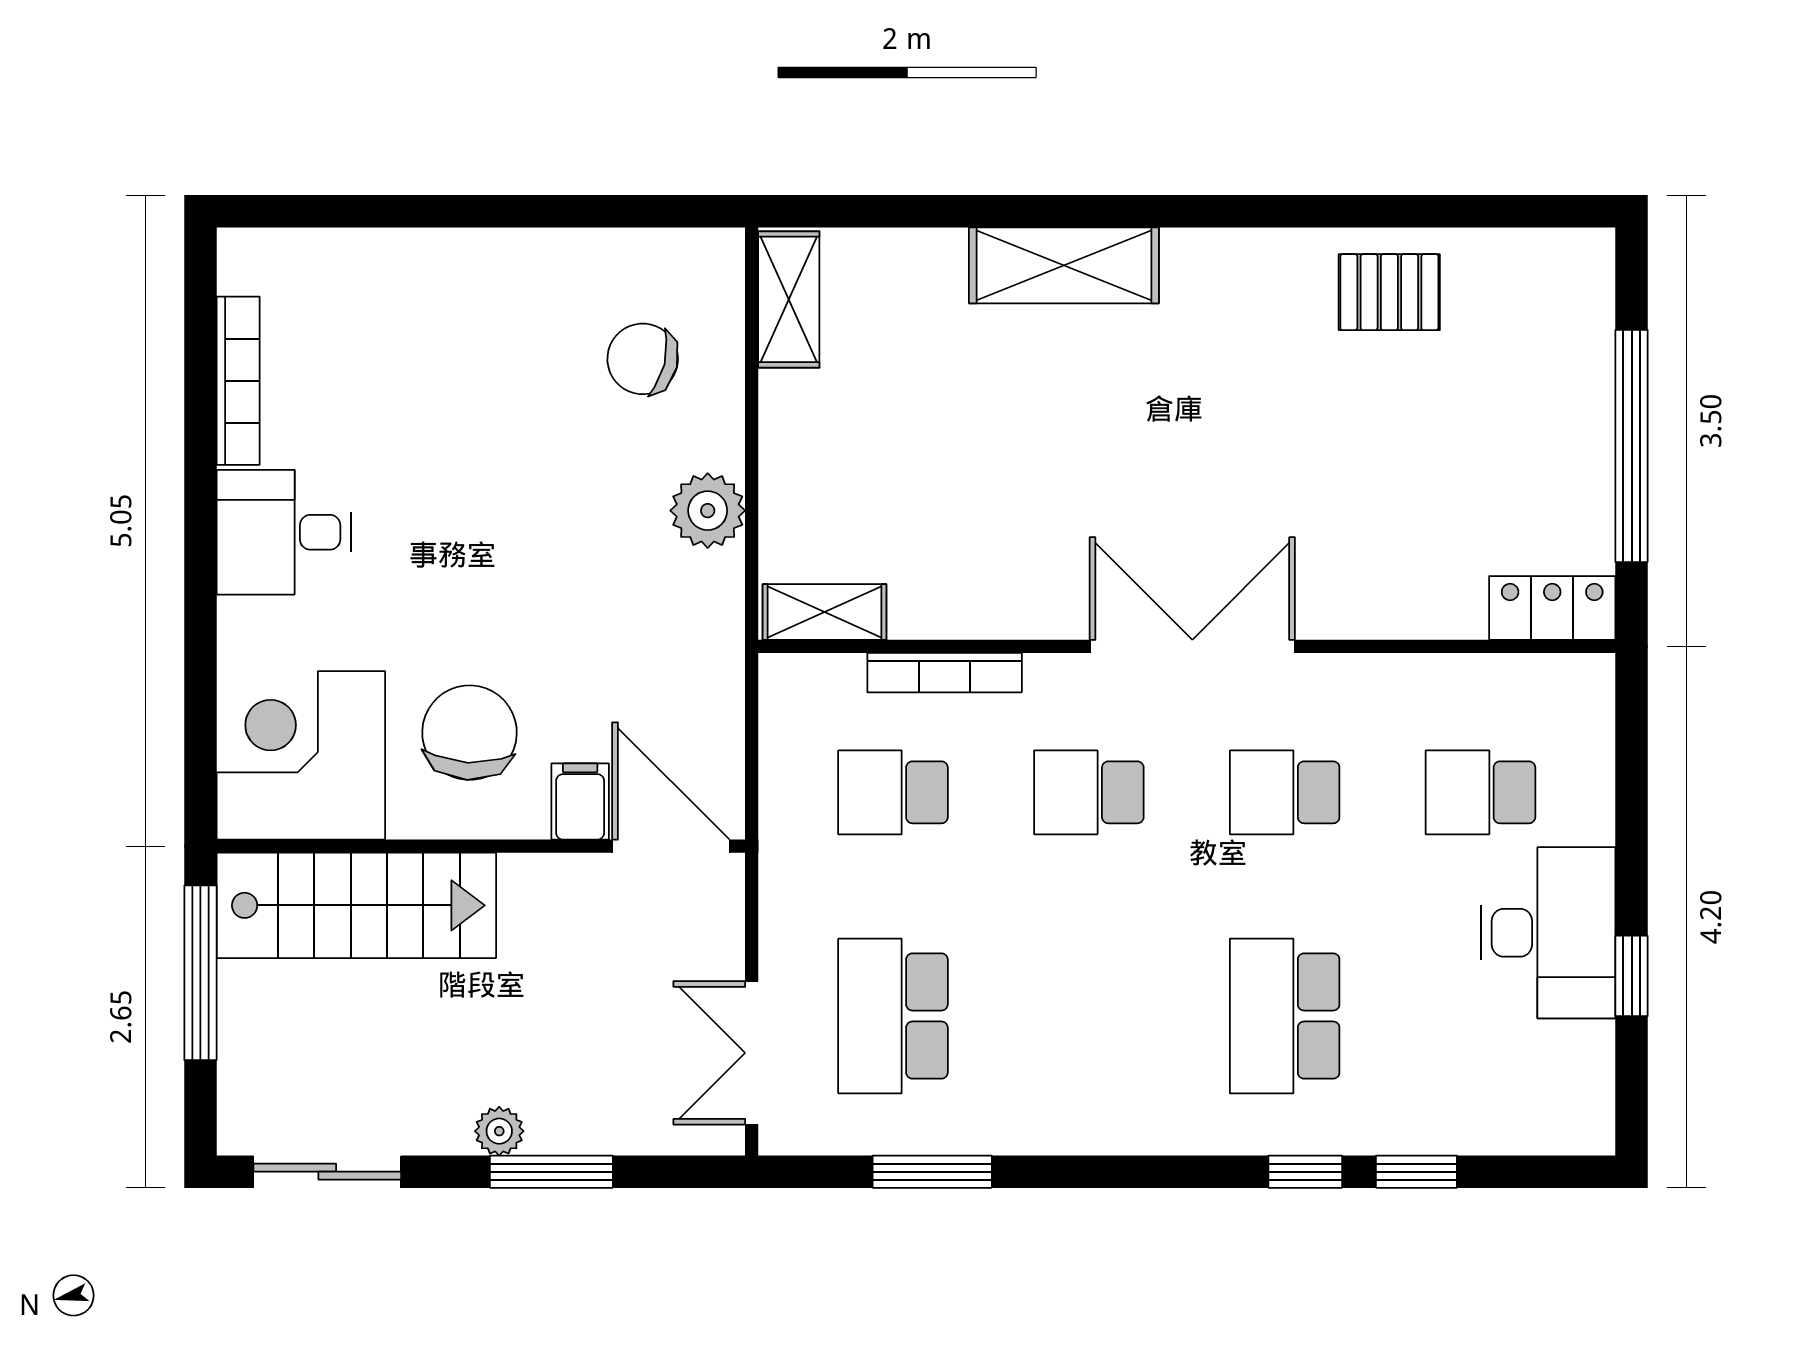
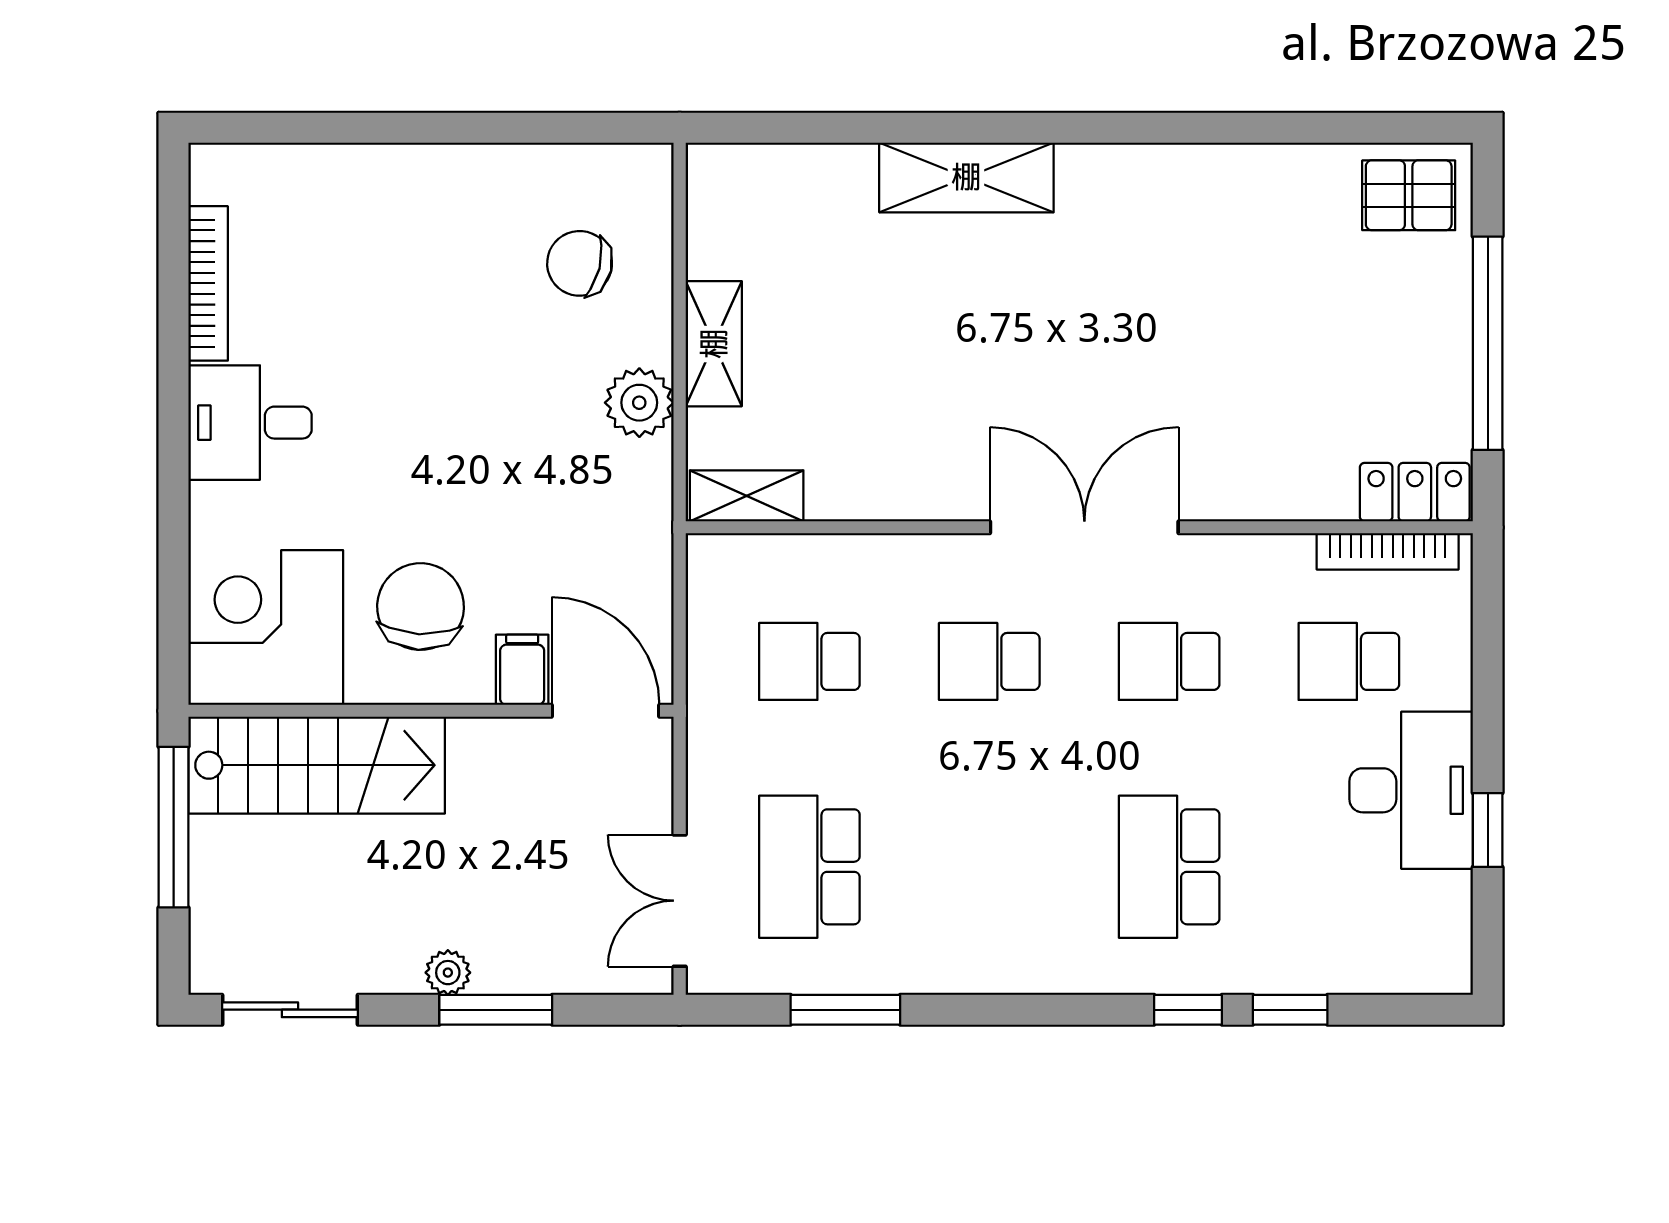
pallet: (1389, 292) -> (1409, 195), moved
shelving: (789, 299) -> (714, 344), moved
bookcase: (945, 673) -> (1388, 551), moved

